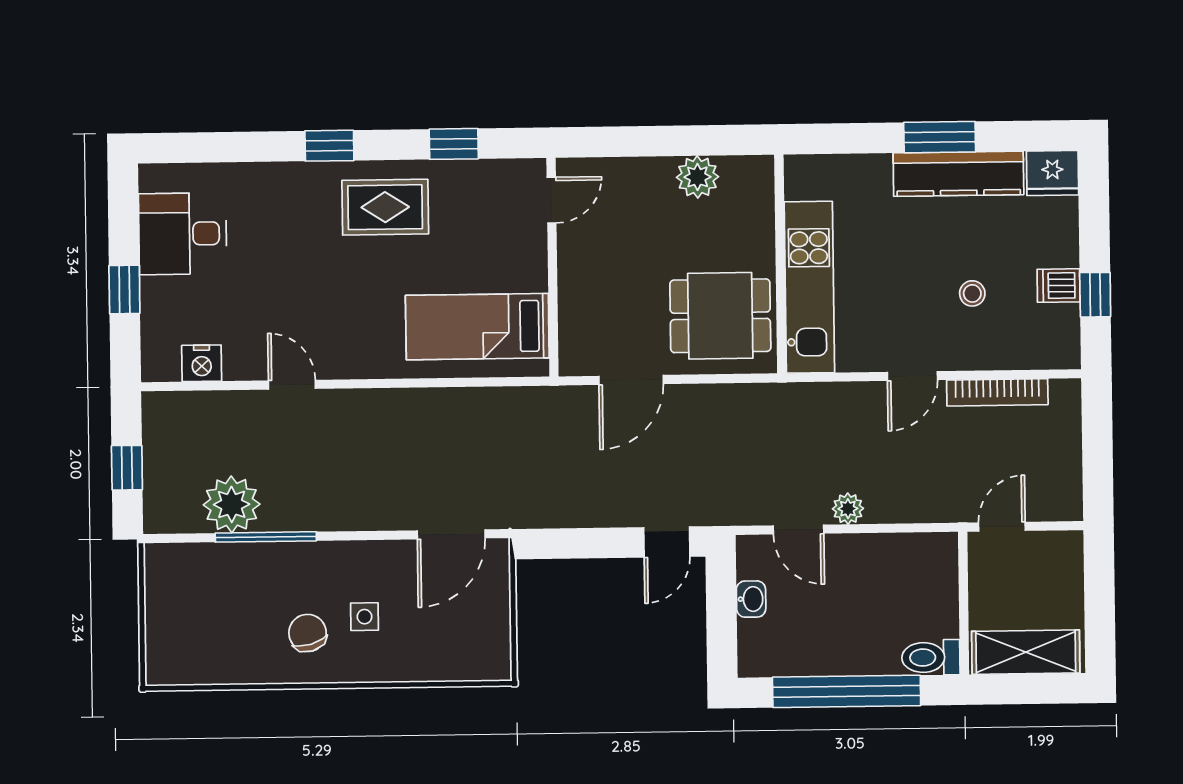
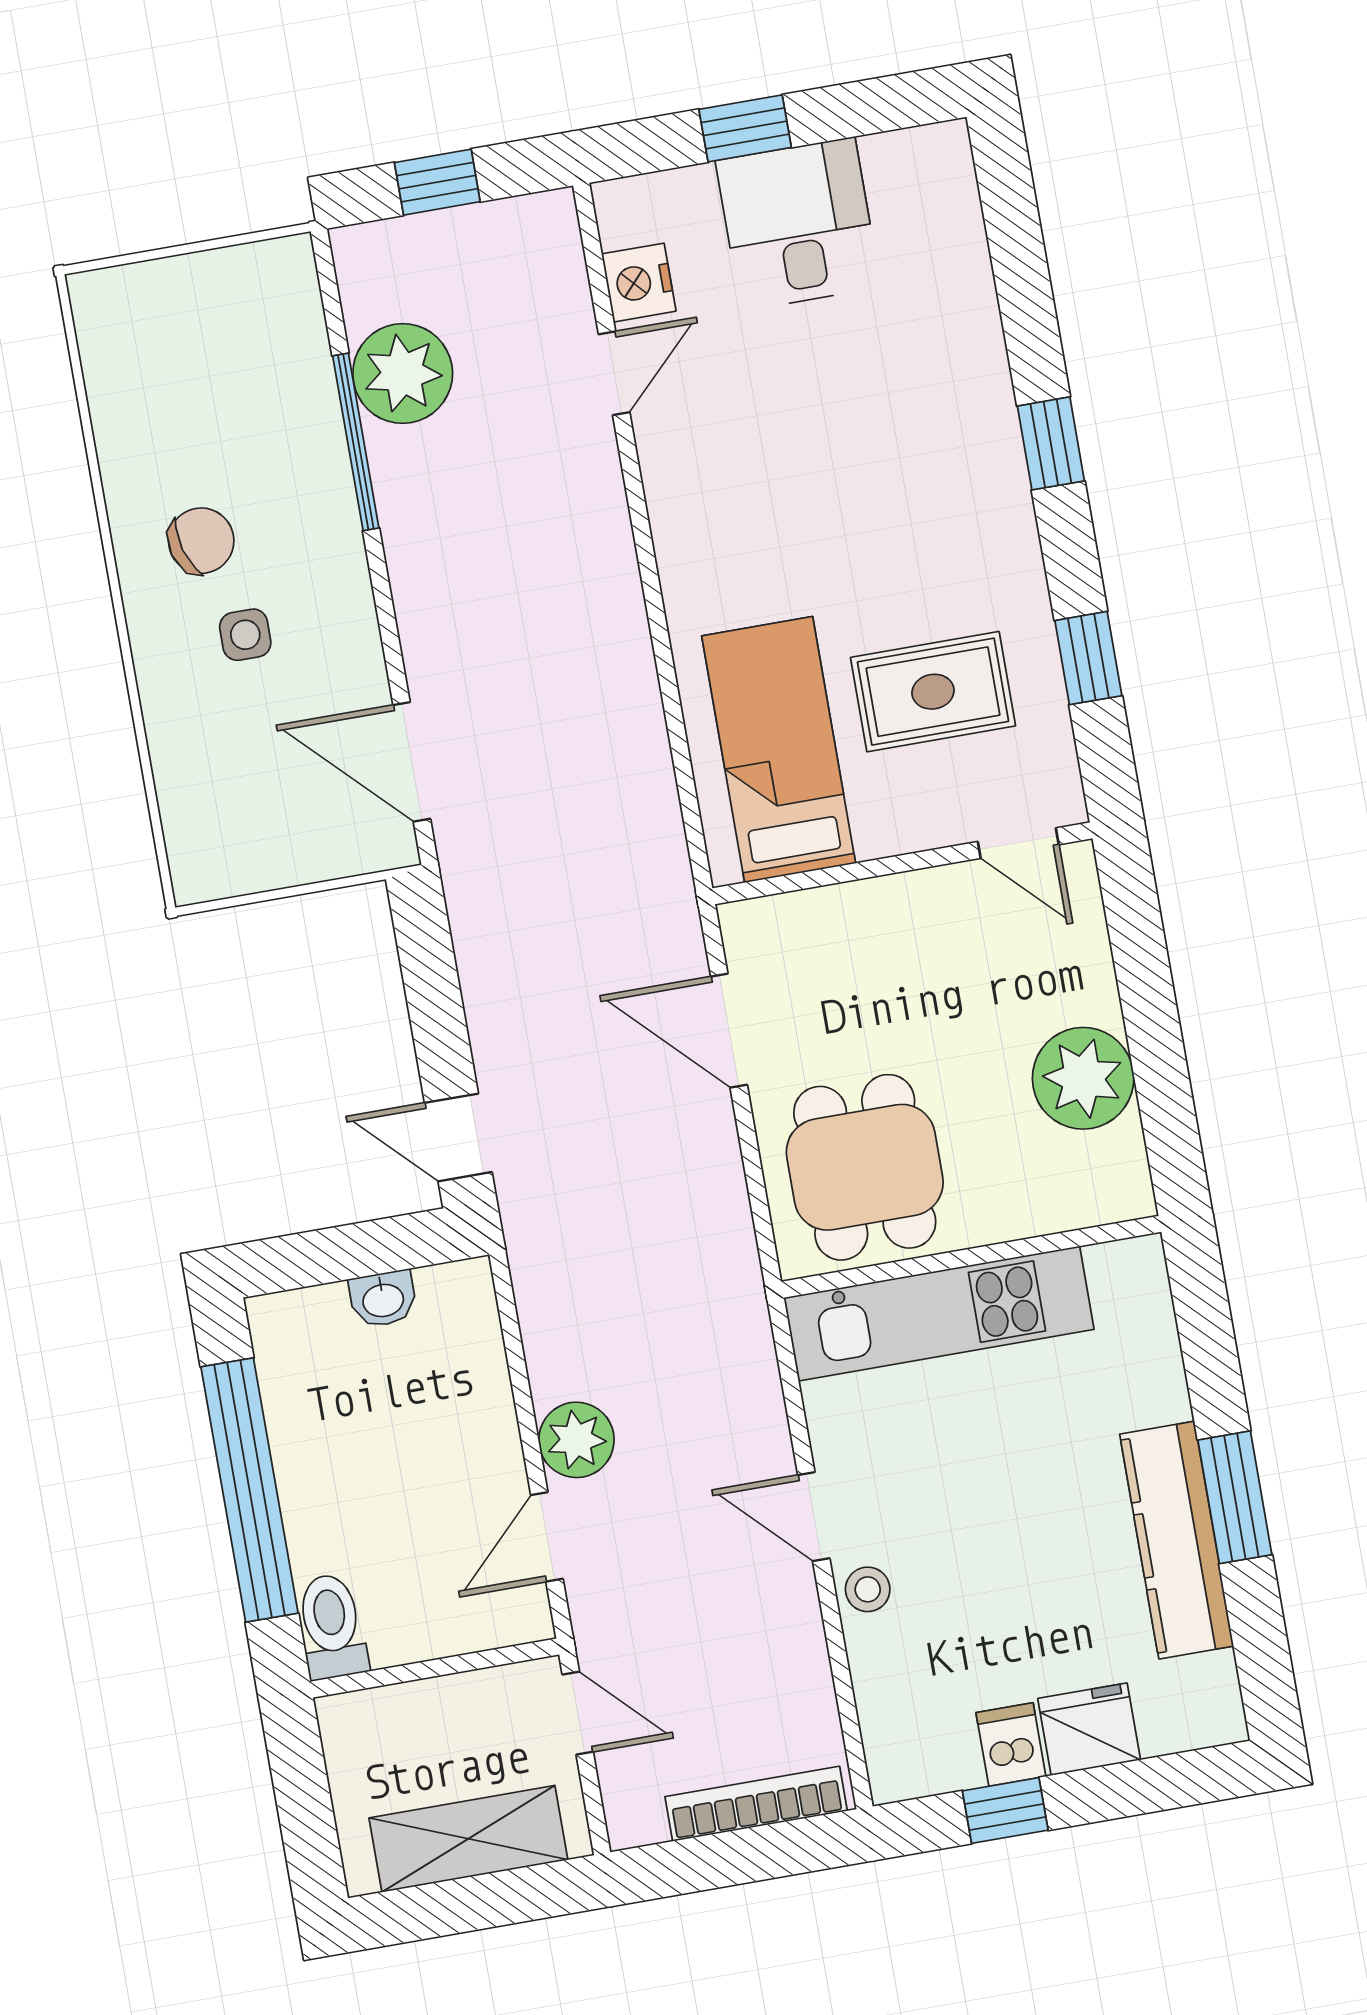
fridge: (1052, 173) -> (1089, 1729), moved, turned 90
plant: (698, 177) -> (1083, 1078), width x1.36, depth x1.36
rug: (385, 207) -> (933, 692), moved, turned 90
desk: (183, 234) -> (798, 224), moved
stool: (972, 293) -> (868, 1589), moved
door: (292, 385) -> (614, 373), moved
bookcase: (997, 392) -> (756, 1804), moved, turned 90
plant: (848, 509) -> (576, 1440), width x1.38, depth x1.38
door: (799, 530) -> (547, 1537), moved
shelving: (1026, 652) -> (468, 1839), moved, turned 90

